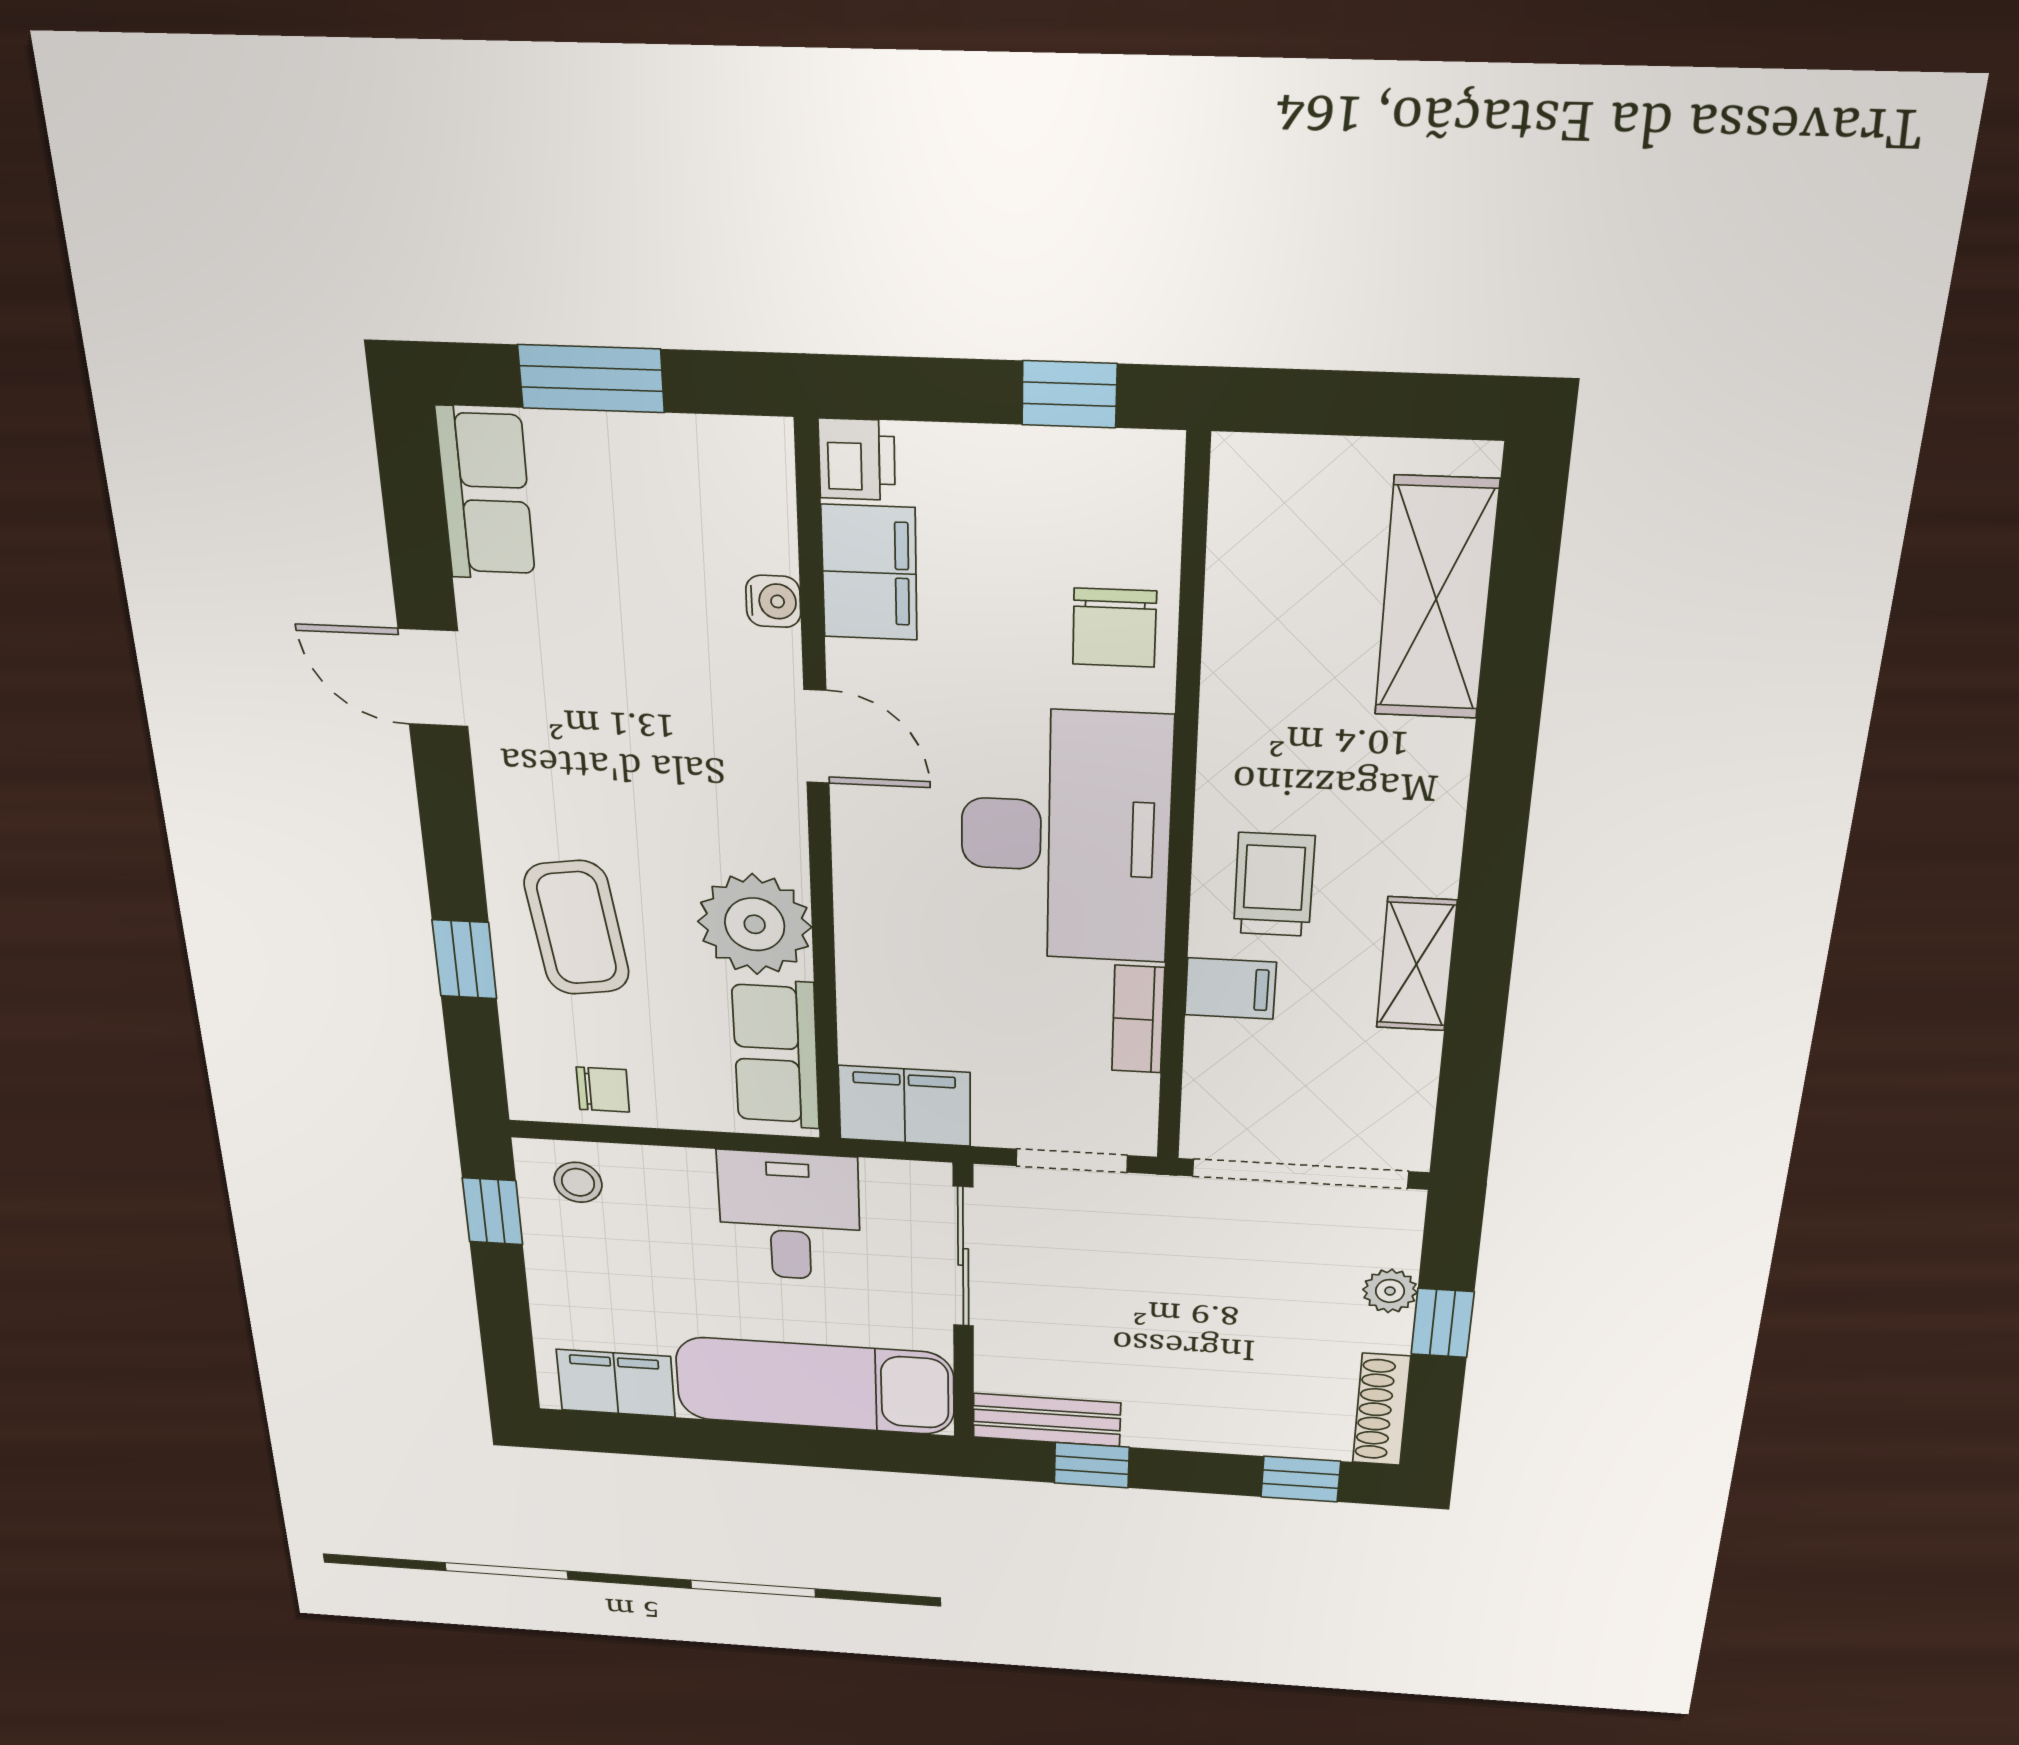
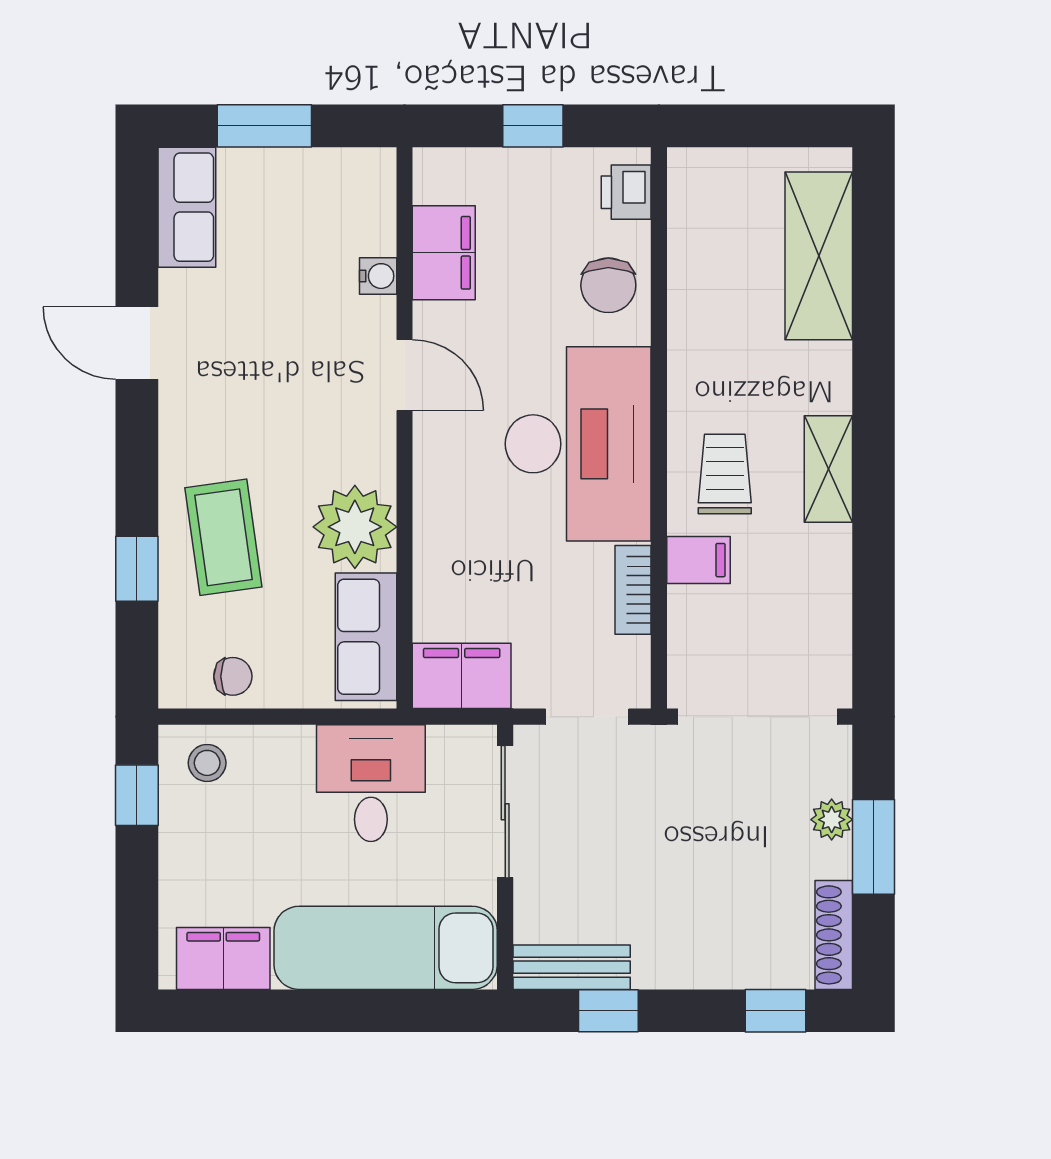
window: (1069, 394) -> (533, 126), moved
printer: (857, 459) -> (626, 192), moved, turned 180
shelving: (1416, 964) -> (828, 469), moved
window: (1442, 1323) -> (873, 847), width x1.50

